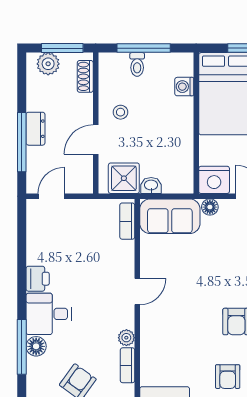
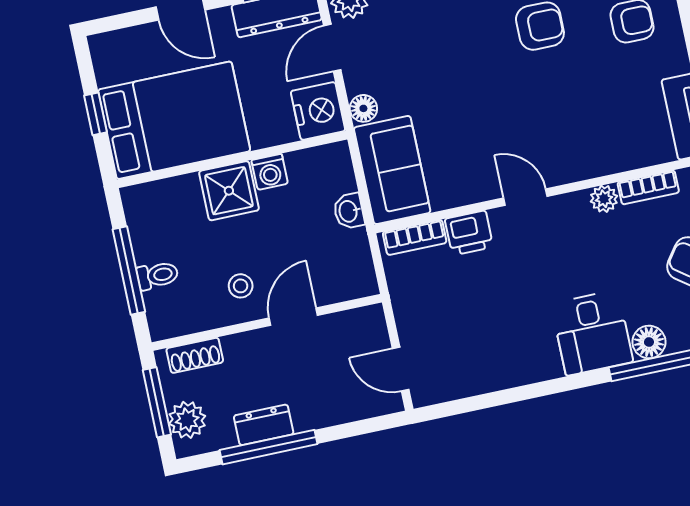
washing machine: (184, 87) -> (270, 172), moved
dresser: (36, 129) -> (264, 425), moved
door: (96, 139) -> (293, 317), swing flipped
window: (22, 142) -> (268, 447), moved
shower: (124, 178) -> (229, 191), moved
printer: (38, 279) -> (469, 233), moved, turned 180

